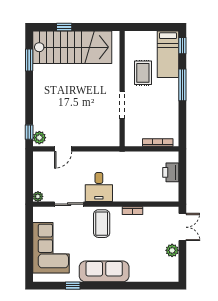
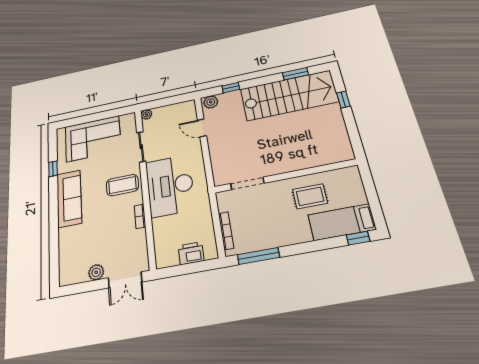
stairs: (72, 47) -> (289, 95), moved, turned -90
window: (182, 85) -> (258, 256), moved
doorway: (122, 105) -> (247, 183), moved
window: (29, 132) -> (231, 88), moved
desk: (99, 187) -> (170, 186), width x1.87, depth x1.30

